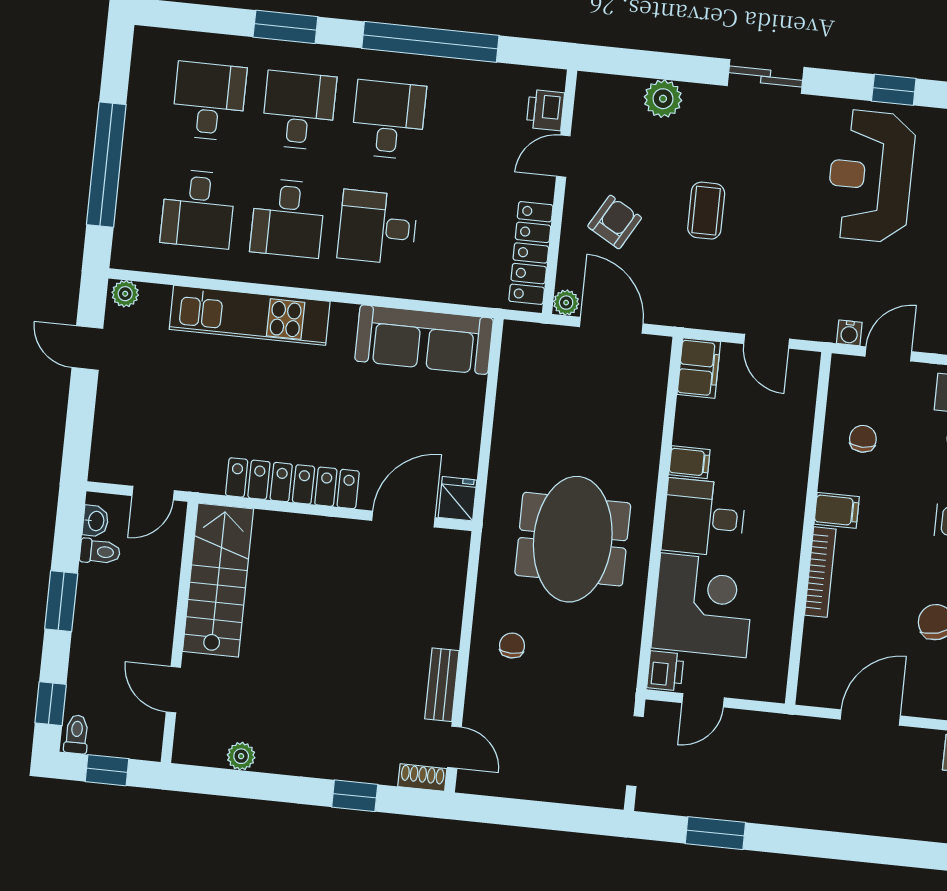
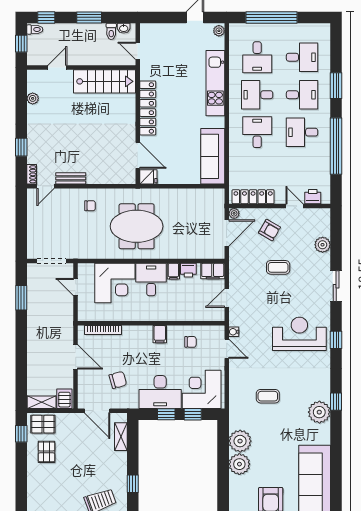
desk: (389, 120) -> (302, 132), turned 180
desk: (198, 209) -> (257, 57), turned -90
bookcase: (820, 572) -> (103, 330), moved
printer: (665, 671) -> (188, 270), moved

